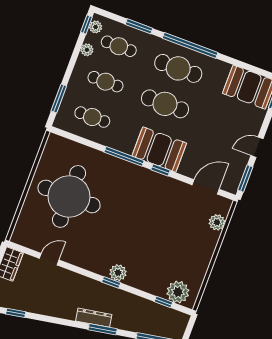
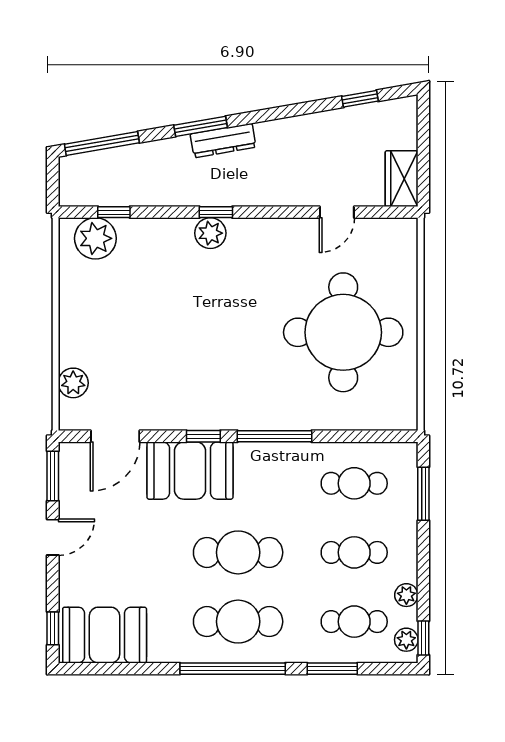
booth: (159, 150) -> (190, 471), moved

